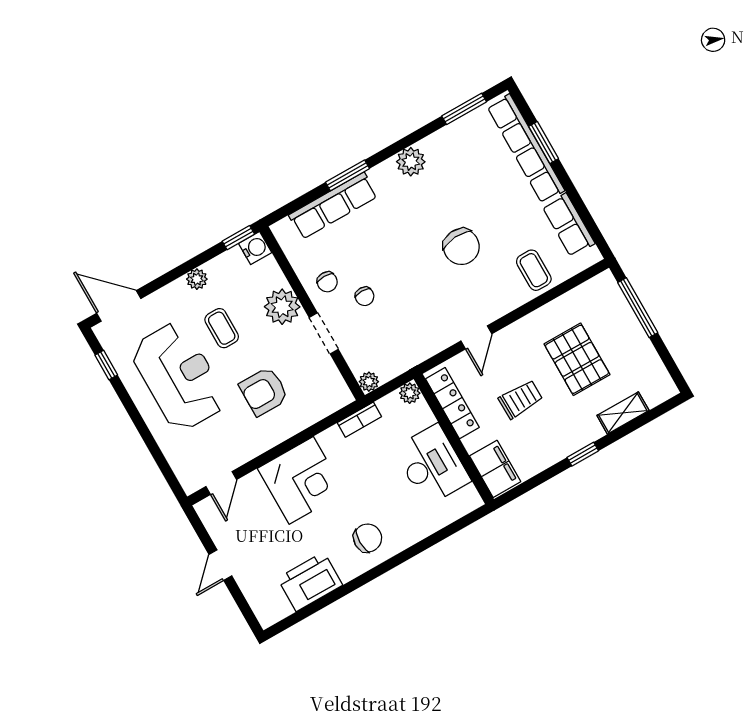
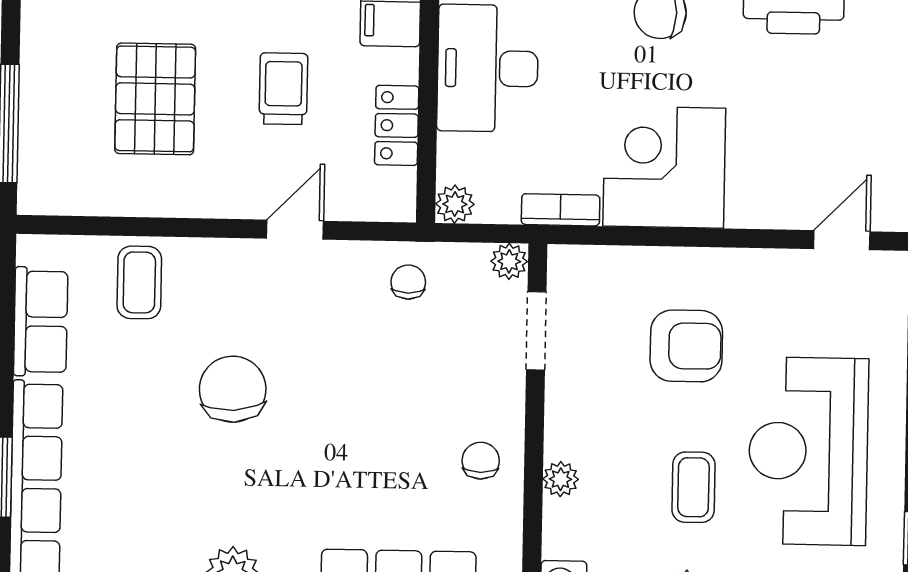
chair: (365, 296) -> (408, 282), moved
plant: (282, 307) -> (561, 479), width x0.53, depth x0.53
doorway: (324, 333) -> (536, 331), moved
trolley: (521, 399) -> (283, 89), turned 91
locker: (452, 403) -> (397, 125), width x0.66
corner desk: (301, 480) -> (664, 167), moved

